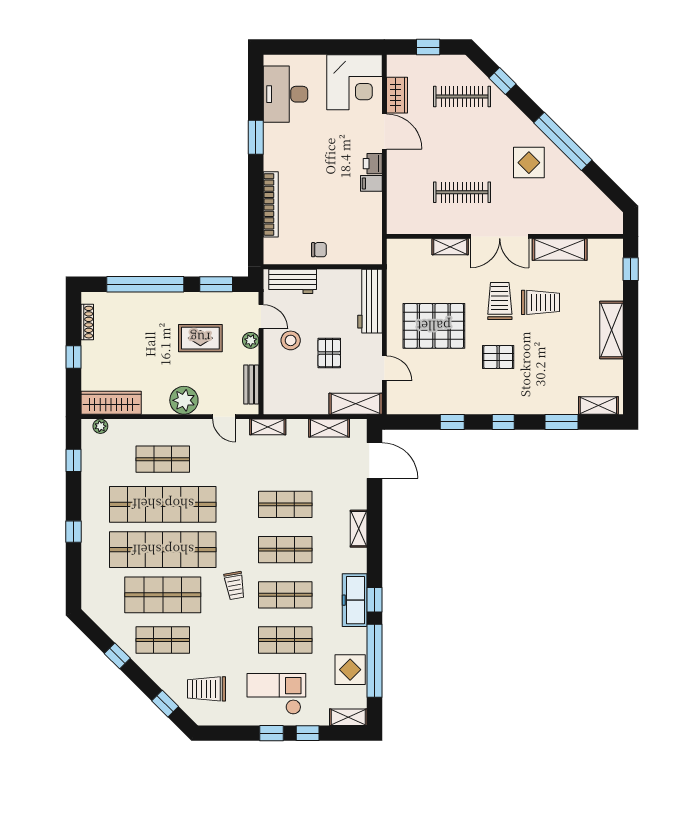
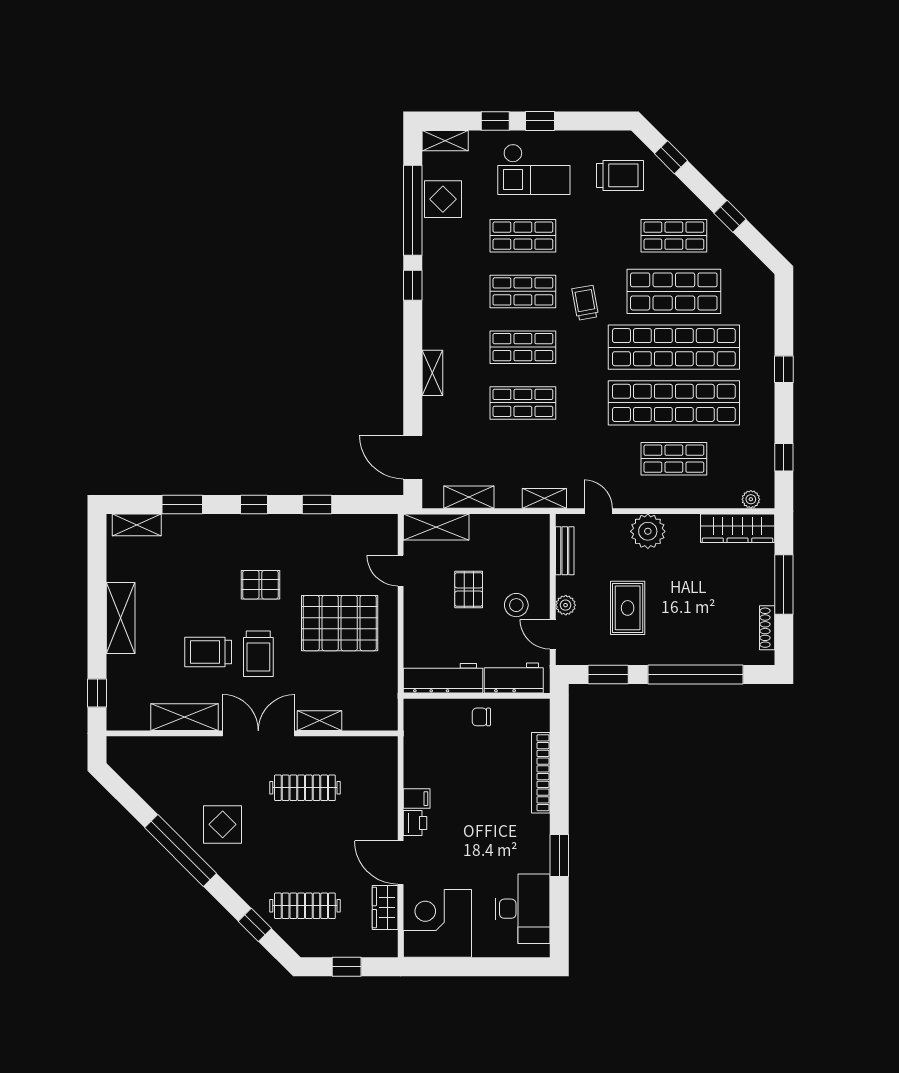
workbench: (370, 301) -> (443, 678), moved, turned -90
rug: (200, 338) -> (628, 608), turned 90
window: (74, 357) -> (784, 585), width x2.17
freezer: (355, 600) -> (437, 285), removed

